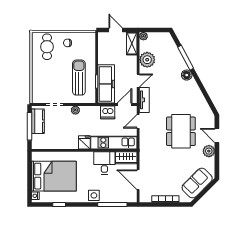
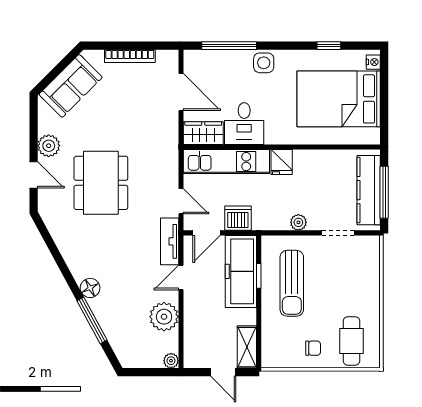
shelving: (132, 43) -> (247, 347), moved
kitchen counter: (38, 121) -> (369, 190), width x1.50
door: (138, 121) -> (181, 201), hinge flipped

